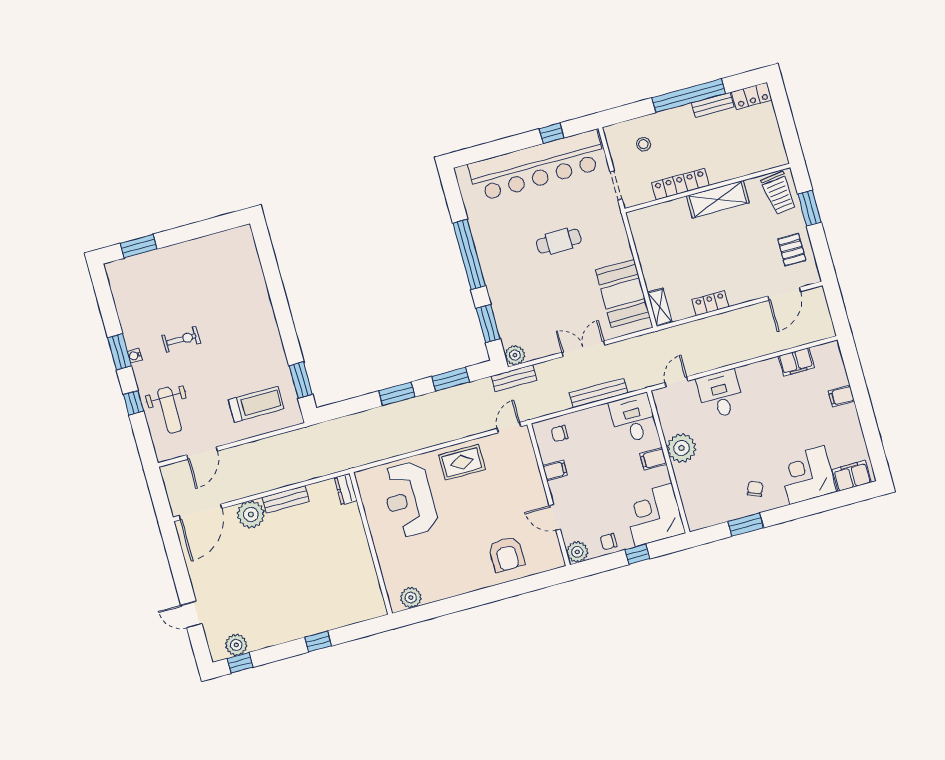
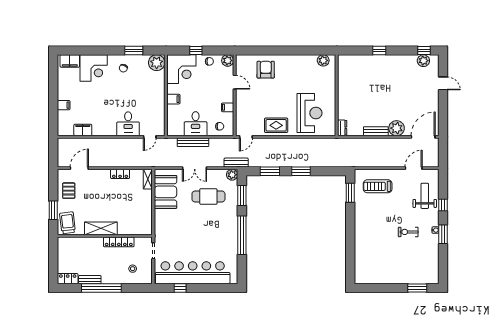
cafe table: (559, 241) -> (208, 196), moved, width x1.37, depth x1.35
desk: (633, 418) -> (196, 124), moved
plant: (682, 448) -> (157, 63), moved

